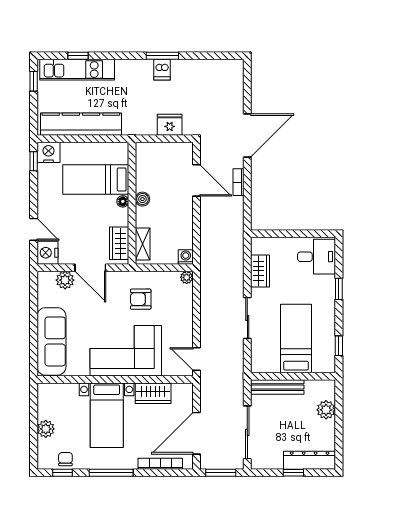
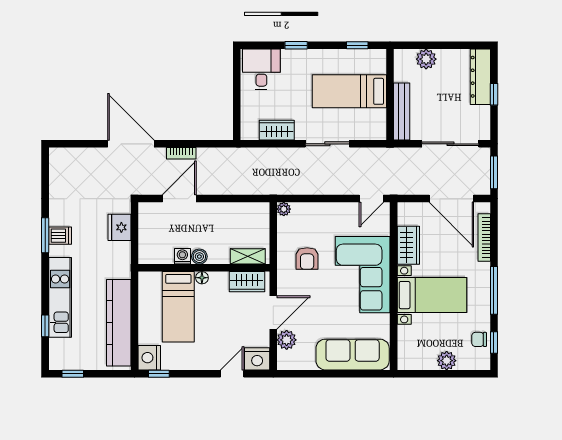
kitchen unit: (77, 70) -> (60, 297), moved
washing machine: (186, 257) -> (182, 256), moved, turned 90

